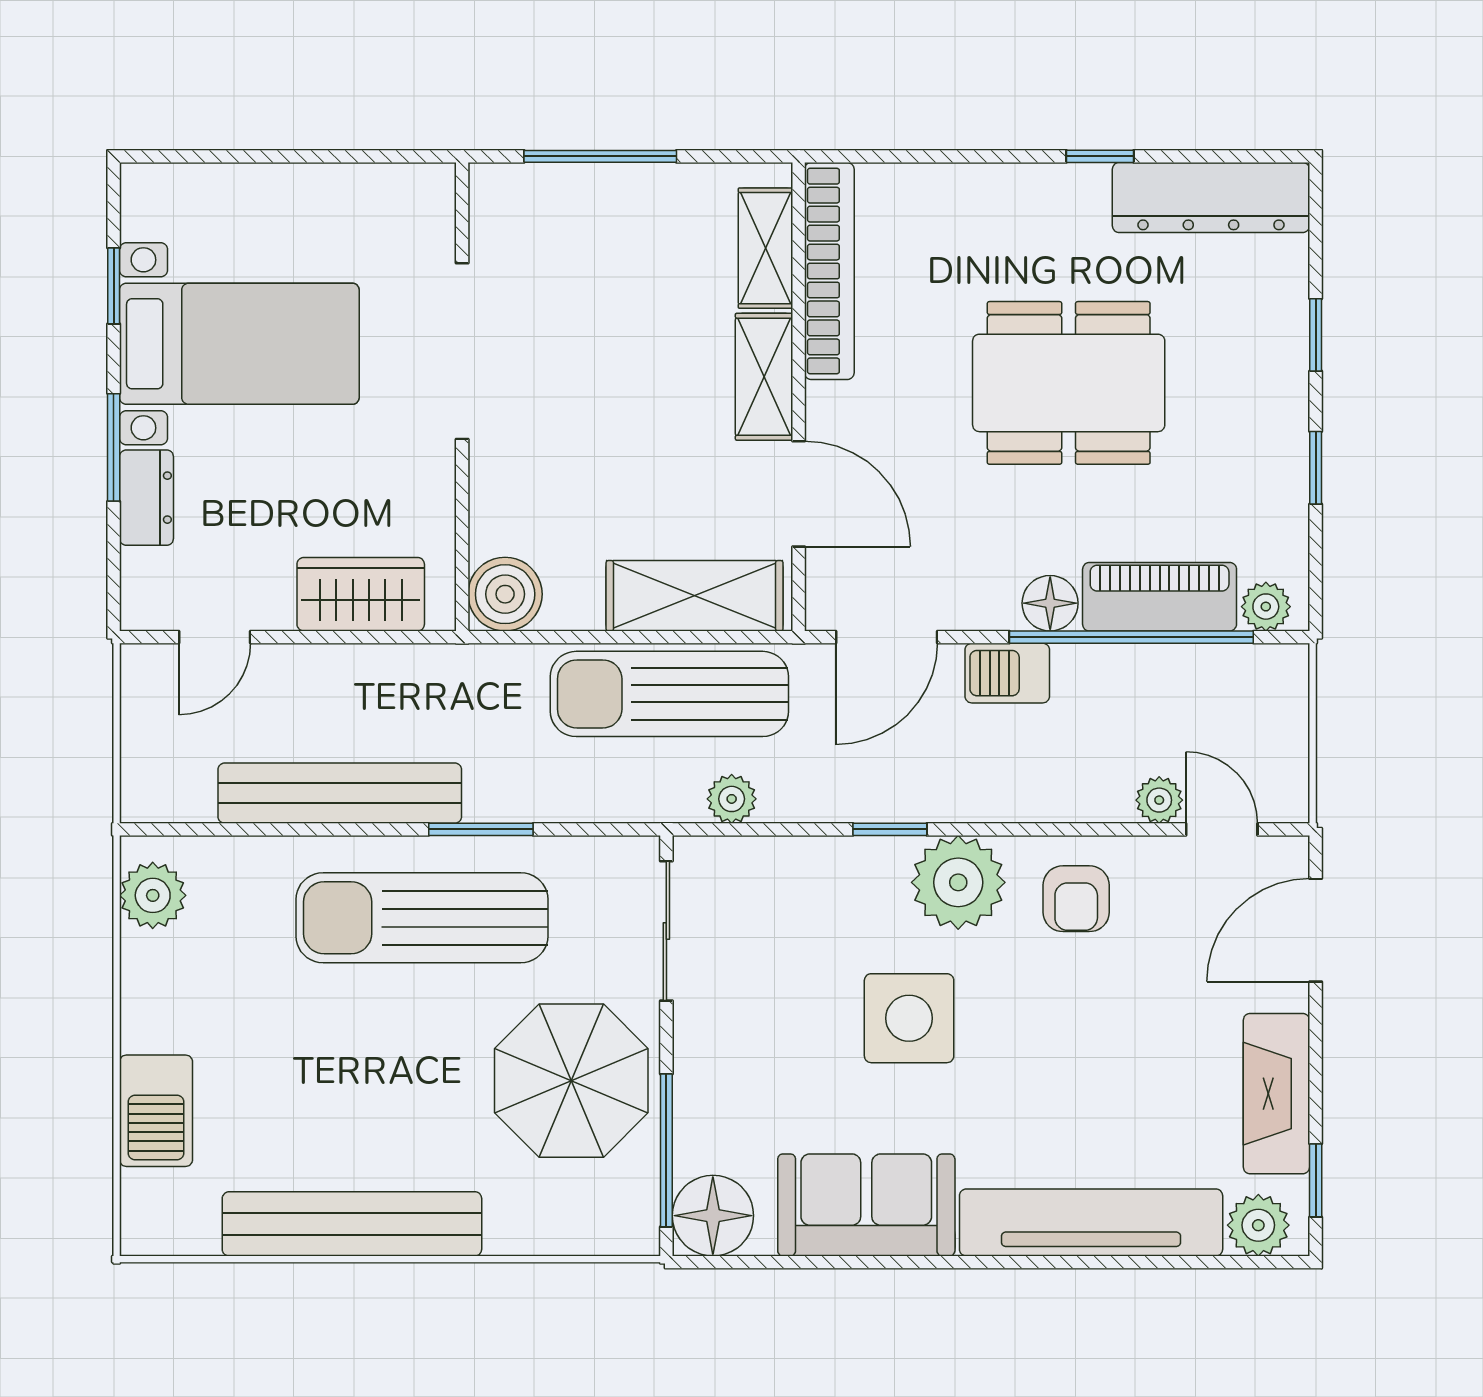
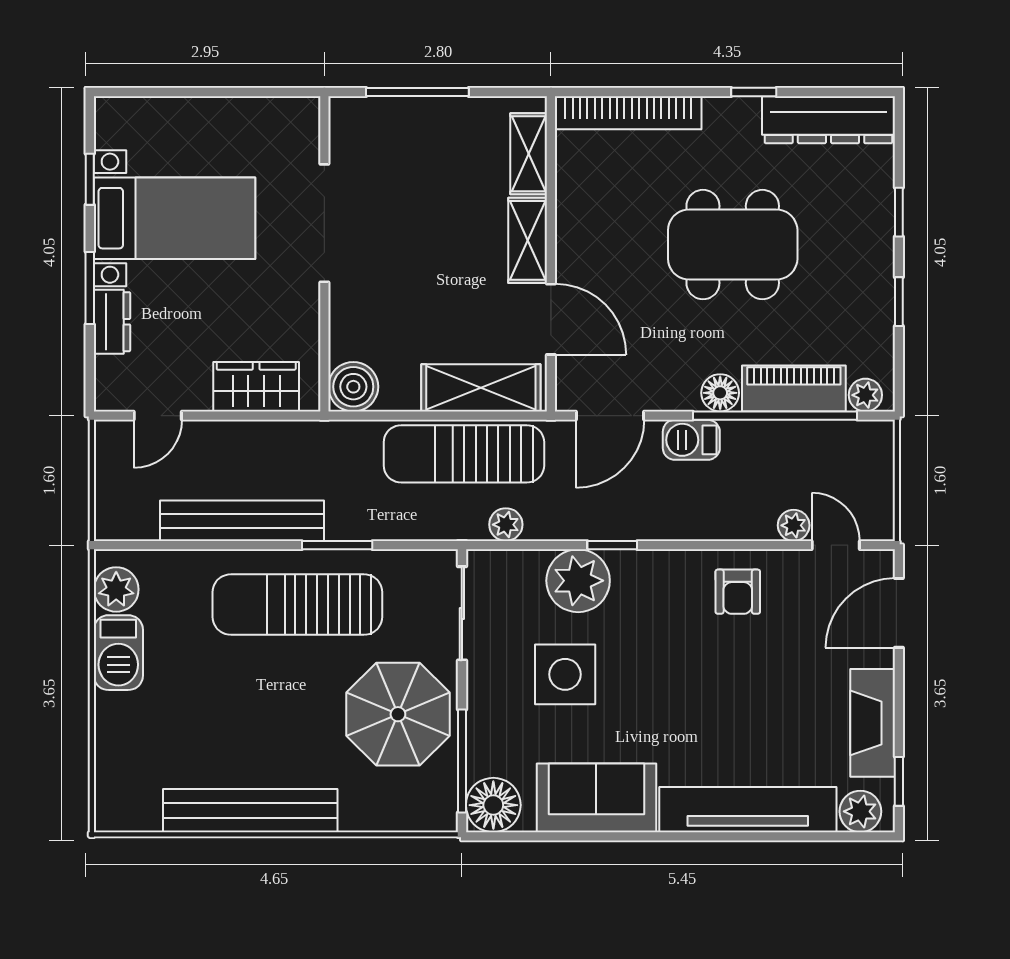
bookcase: (829, 271) -> (628, 113), moved, turned 90
plant: (958, 882) -> (578, 581), moved
side table: (909, 1018) -> (565, 674), moved
barbecue: (156, 1111) -> (118, 653), moved

